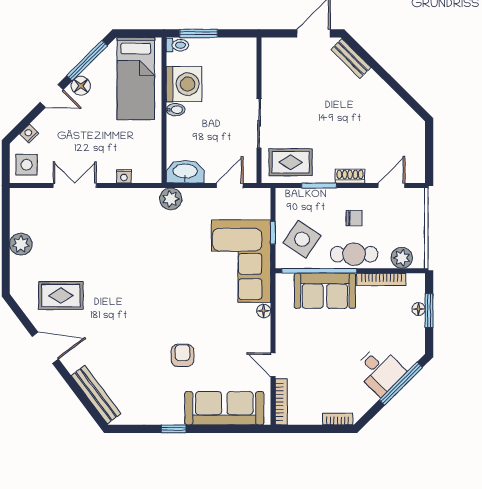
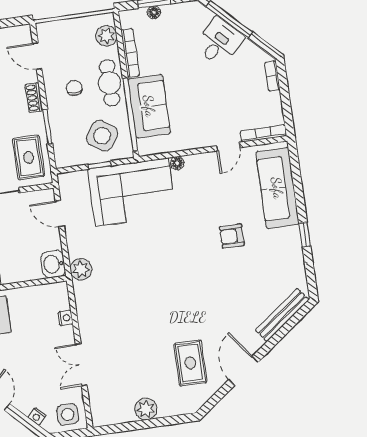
washbasin: (185, 172) -> (53, 264), width x0.72

